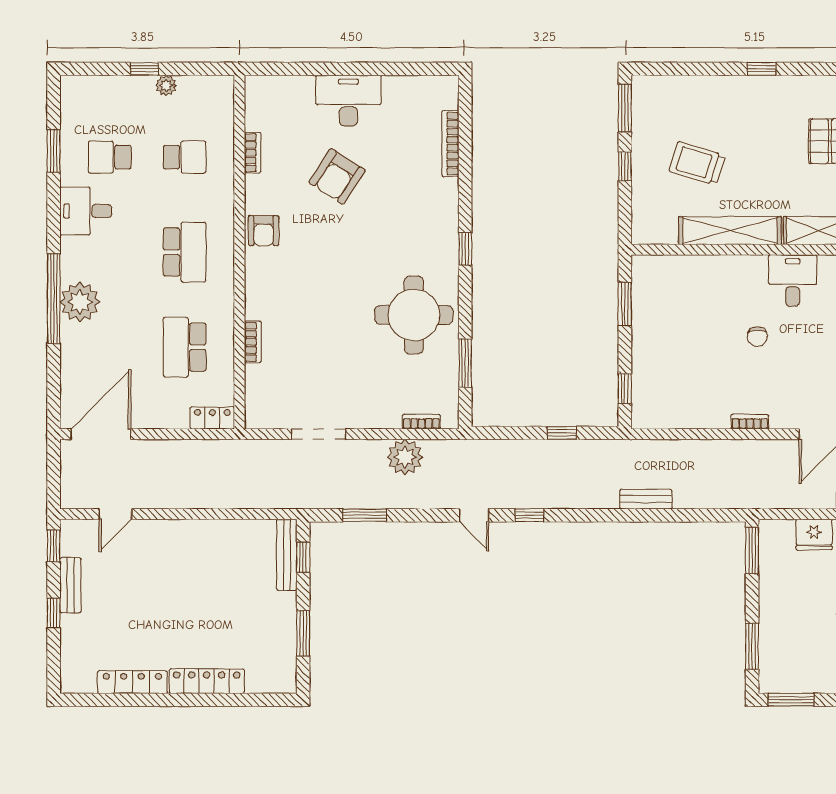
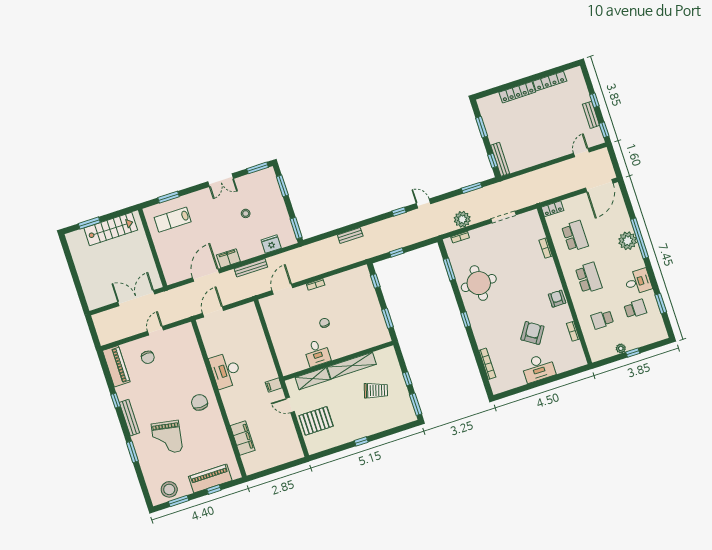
school desk: (185, 252) -> (589, 278), turned 180

